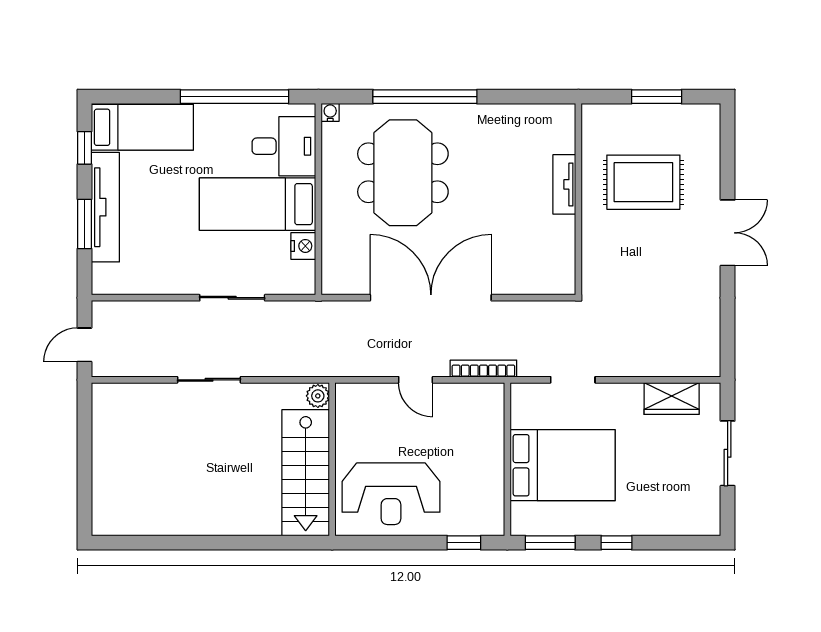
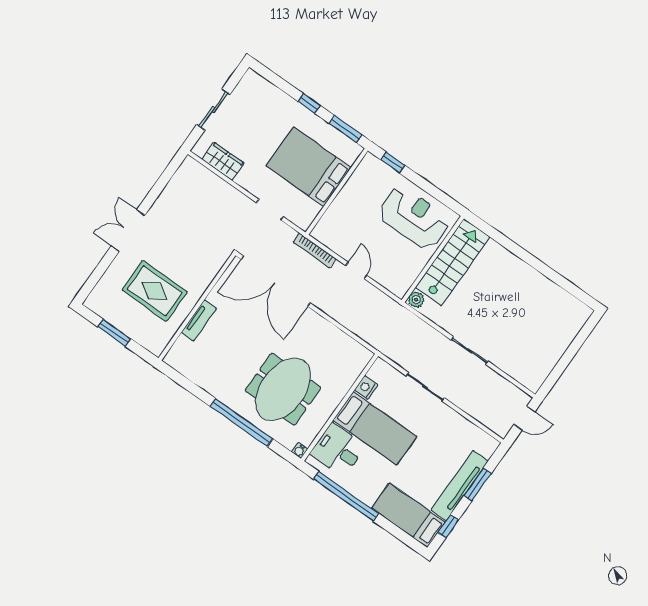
double door: (431, 298) -> (275, 281), moved

